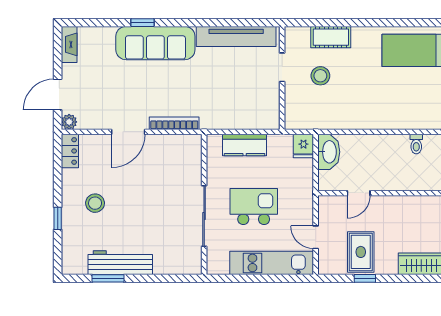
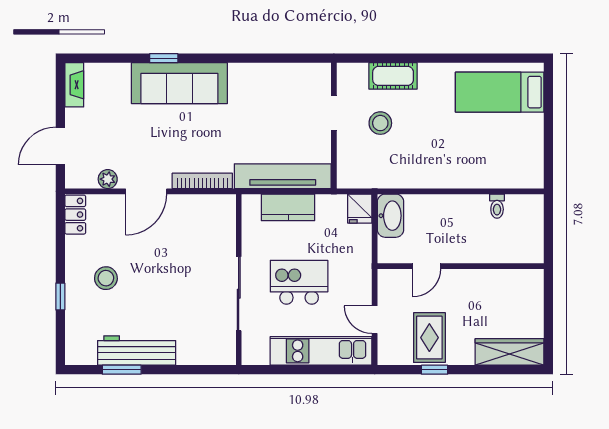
tv unit: (236, 36) -> (283, 176), moved, turned 180
plant: (69, 122) -> (108, 179), moved

